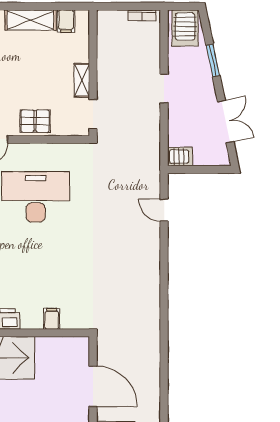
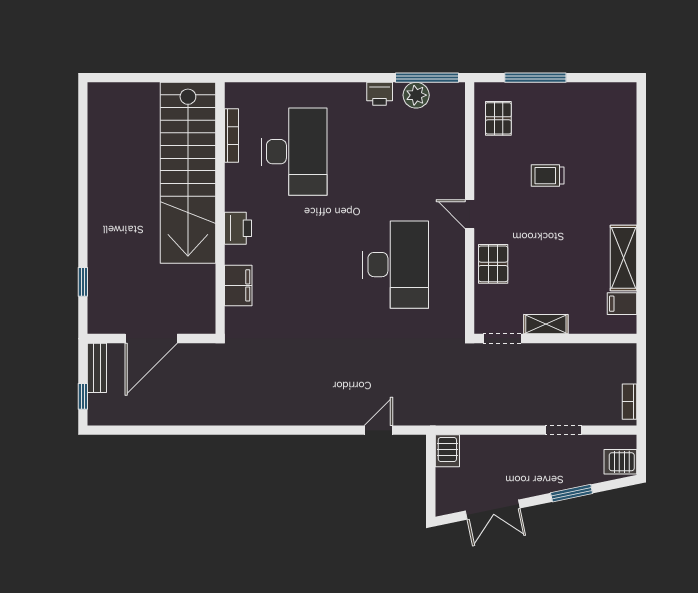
server rack: (185, 28) -> (620, 462), width x0.73, depth x0.70
doorway: (164, 88) -> (563, 430), moved
filing cabinet: (52, 319) -> (238, 285), width x2.00

